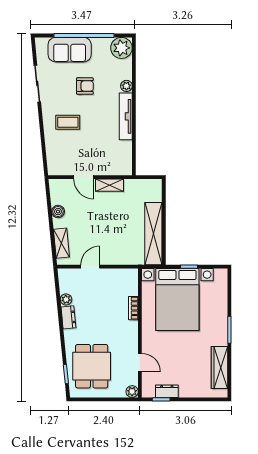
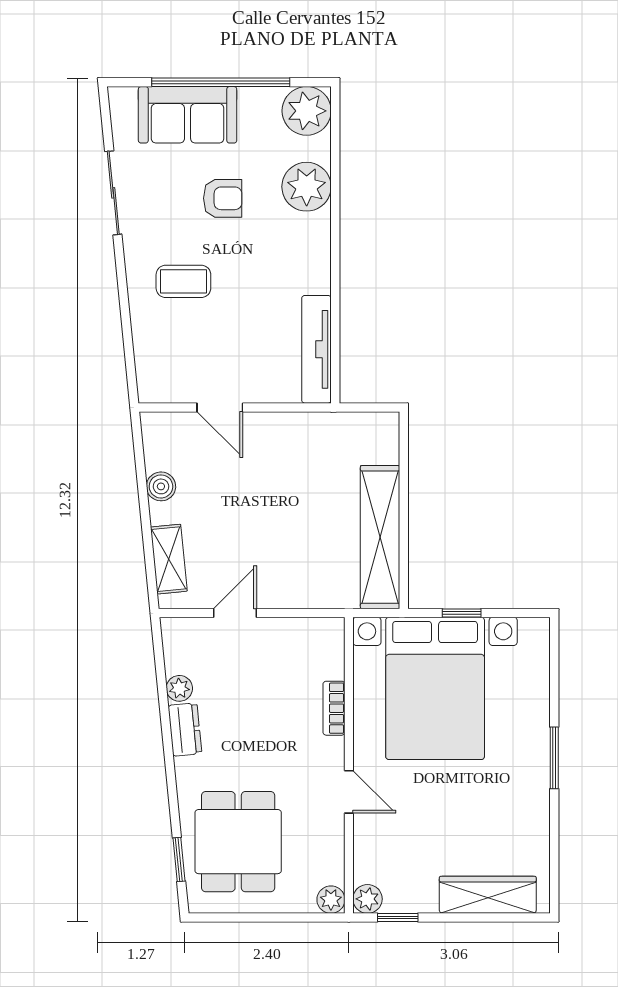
plant: (126, 86) -> (307, 187), width x1.88, depth x1.88
tv unit: (126, 116) -> (316, 349), moved
shelving: (109, 185) -> (279, 426), removed
door: (140, 363) -> (349, 792), moved
wardrobe: (219, 368) -> (488, 895), moved, turned 90
plant: (148, 391) -> (368, 899), added
dresser: (167, 391) -> (411, 899), removed

